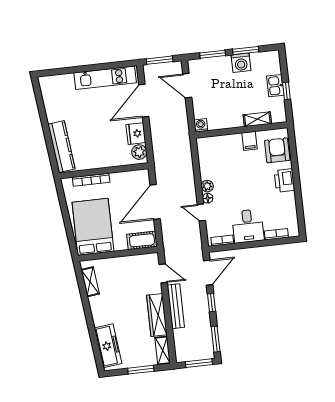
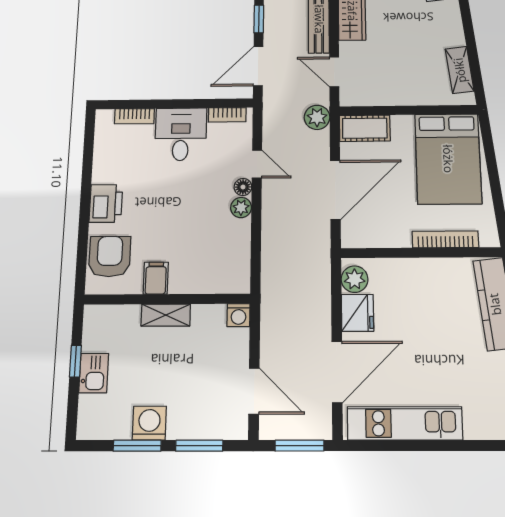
shelving: (257, 119) -> (166, 315), moved
armchair: (277, 150) -> (110, 256), turned 180
plant: (170, 244) -> (317, 117), added

